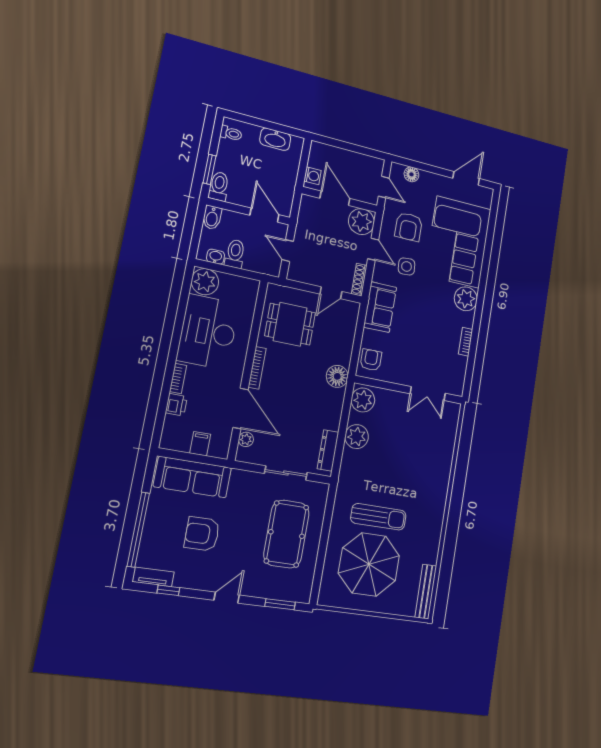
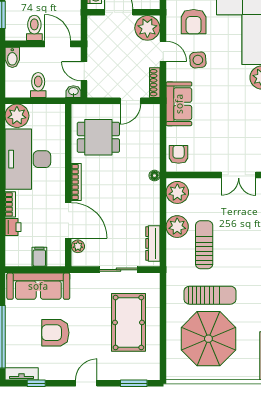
toilet: (219, 186) -> (34, 28), moved
washbasin: (216, 257) -> (73, 92), moved
floor lamp: (337, 376) -> (154, 176), width x0.53, depth x0.53
sun lounger: (381, 461) -> (204, 245), added

